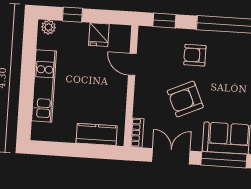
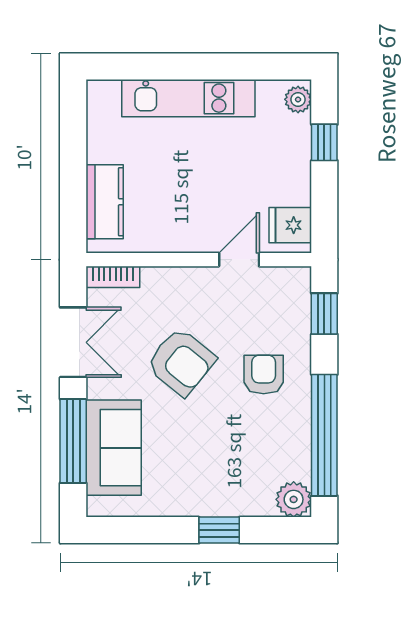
fridge: (99, 35) -> (290, 225), moved
armchair: (185, 99) -> (181, 362), turned 153

